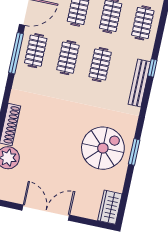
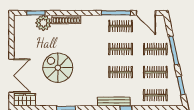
spiral stairs: (103, 148) -> (58, 68), moved, turned 180
double door: (46, 213) -> (12, 76), moved

